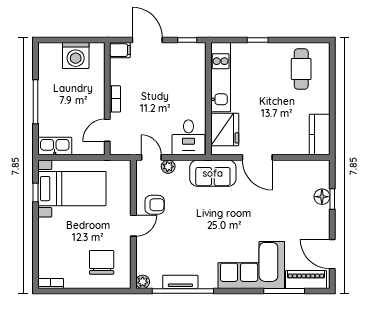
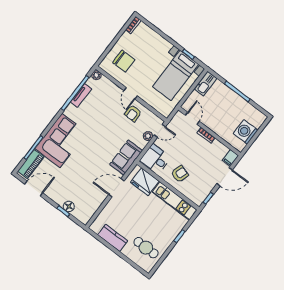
armchair: (184, 95) -> (180, 174), added
kitchen counter: (320, 135) -> (113, 238), moved

